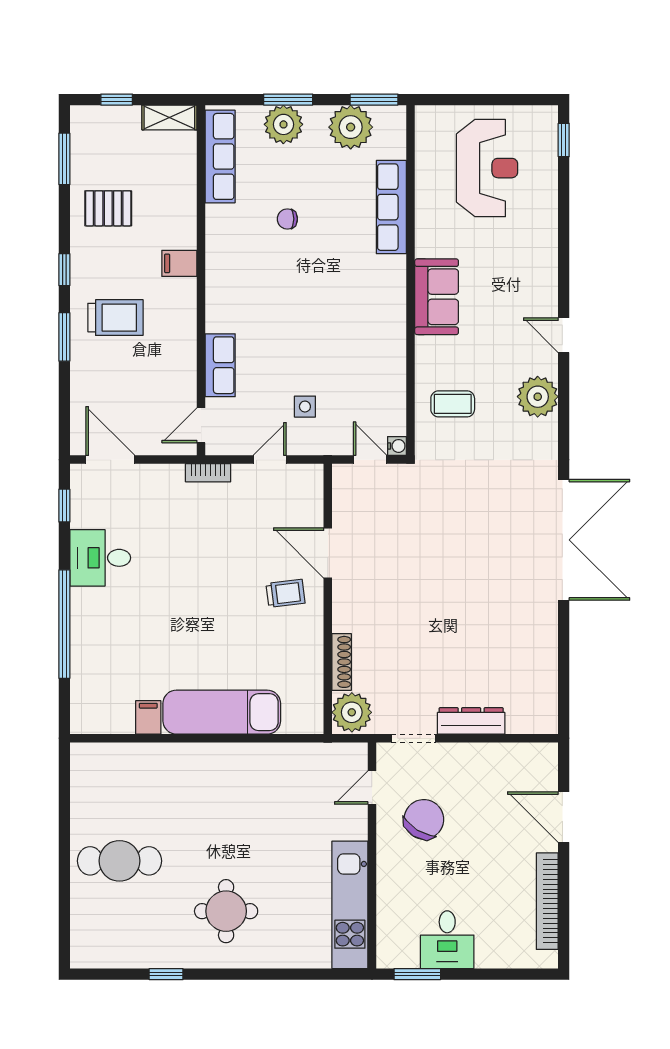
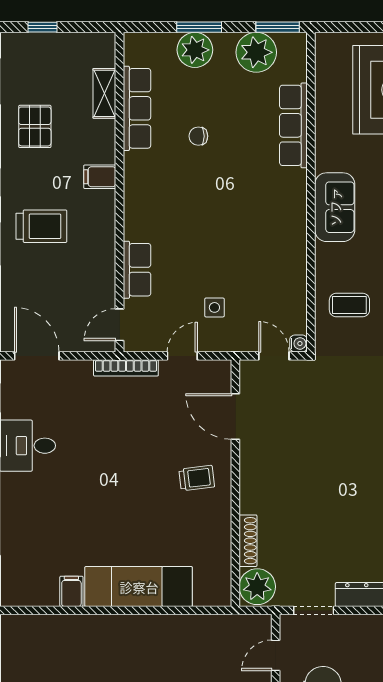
shelving: (169, 117) -> (104, 93), moved, turned 90
row of seats: (220, 156) -> (137, 108), moved
pallet: (108, 208) -> (35, 126), turned 90
bookcase: (208, 473) -> (126, 368), width x1.56
door: (328, 553) -> (235, 416), moved

